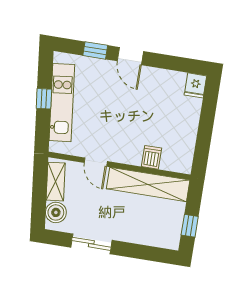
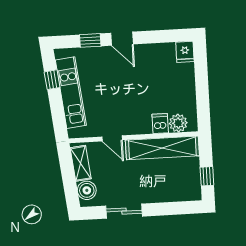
window: (44, 99) -> (52, 80), moved
plant: (171, 161) -> (178, 123), added

